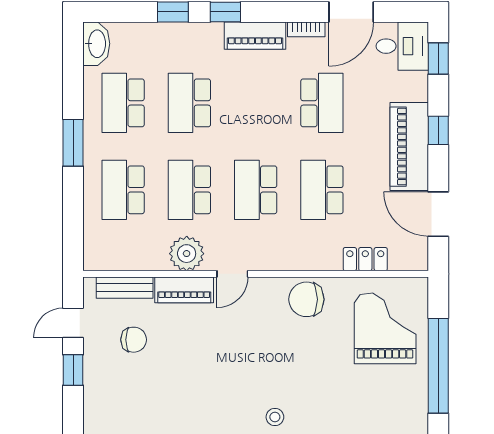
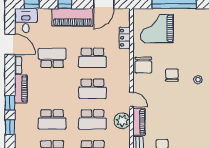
chair: (285, 361) -> (172, 75), added

